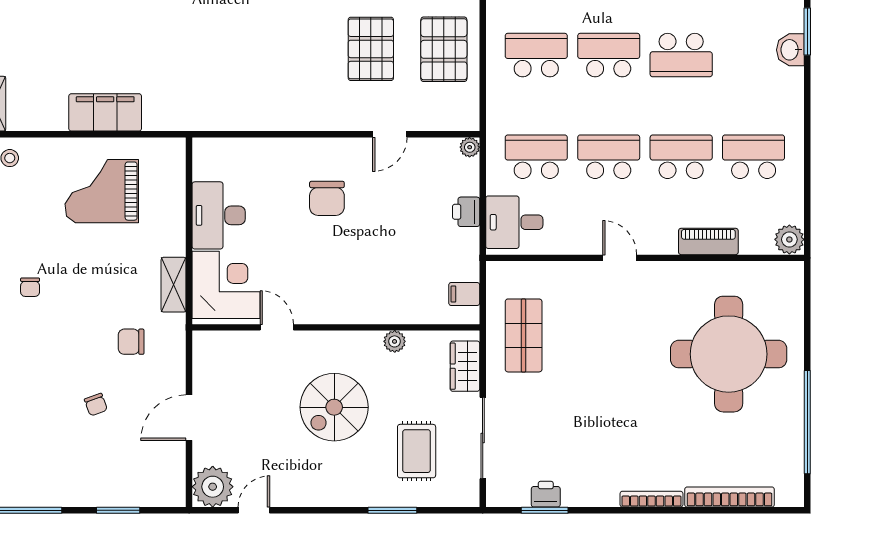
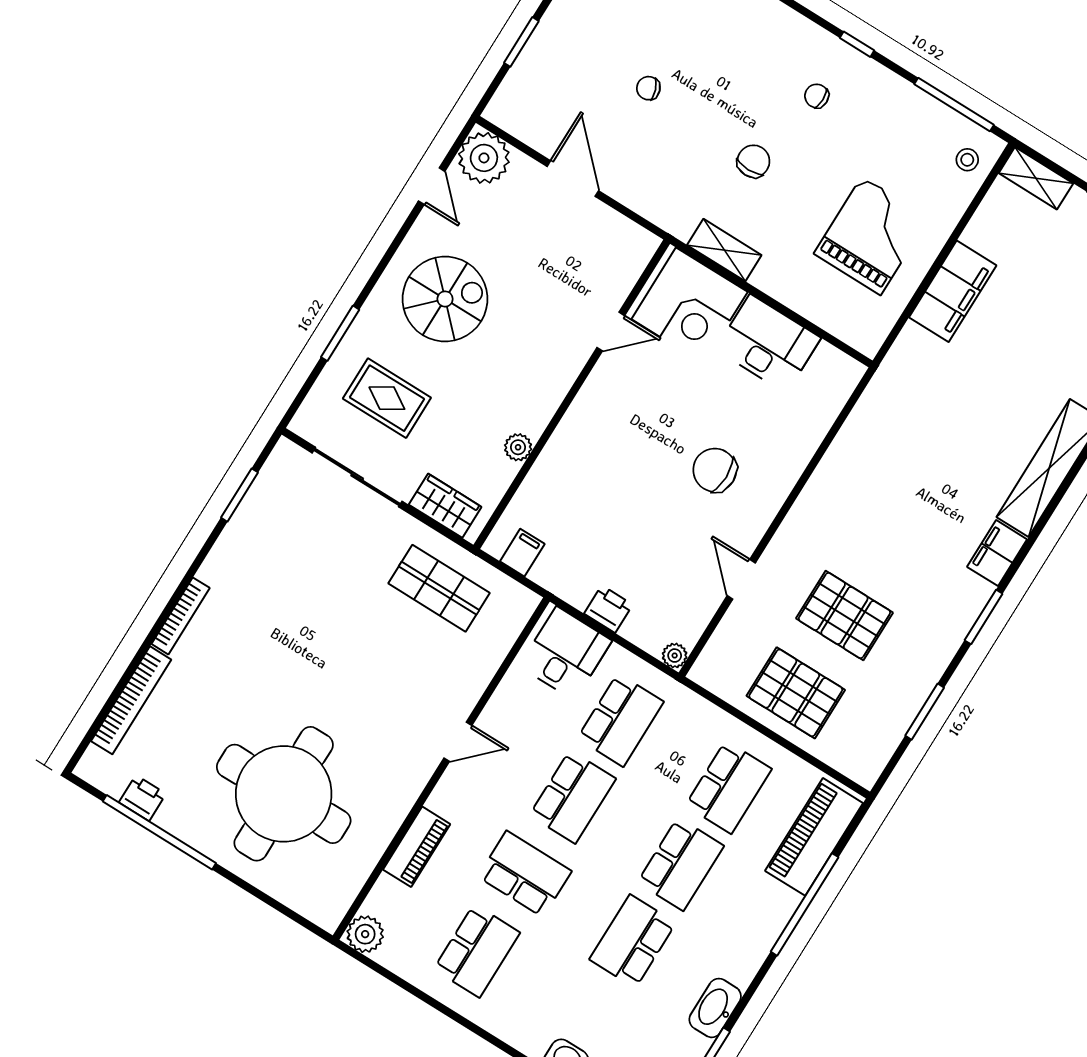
school desk: (681, 157) -> (525, 874), turned -90
chair: (131, 342) -> (753, 161), moved
spiral stairs: (334, 407) -> (445, 299), moved, turned 90
printer: (546, 494) -> (142, 798), moved, turned -90

